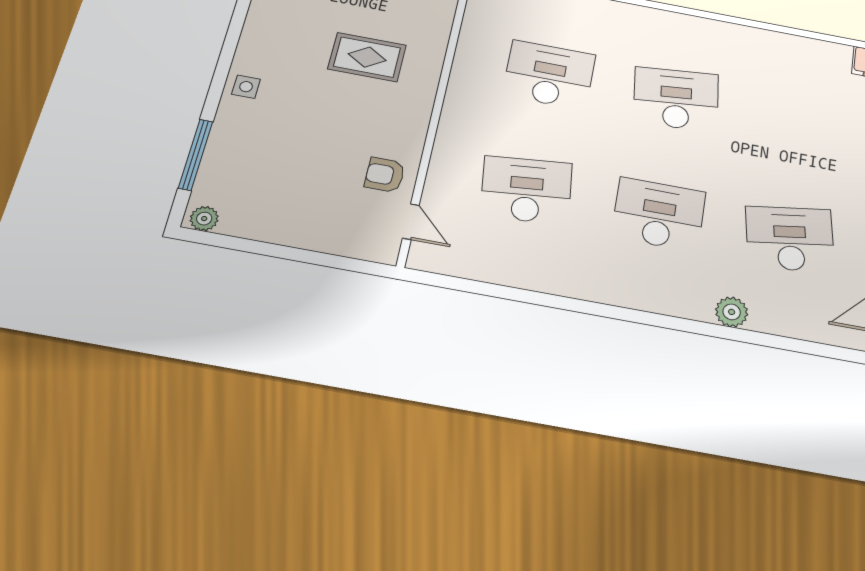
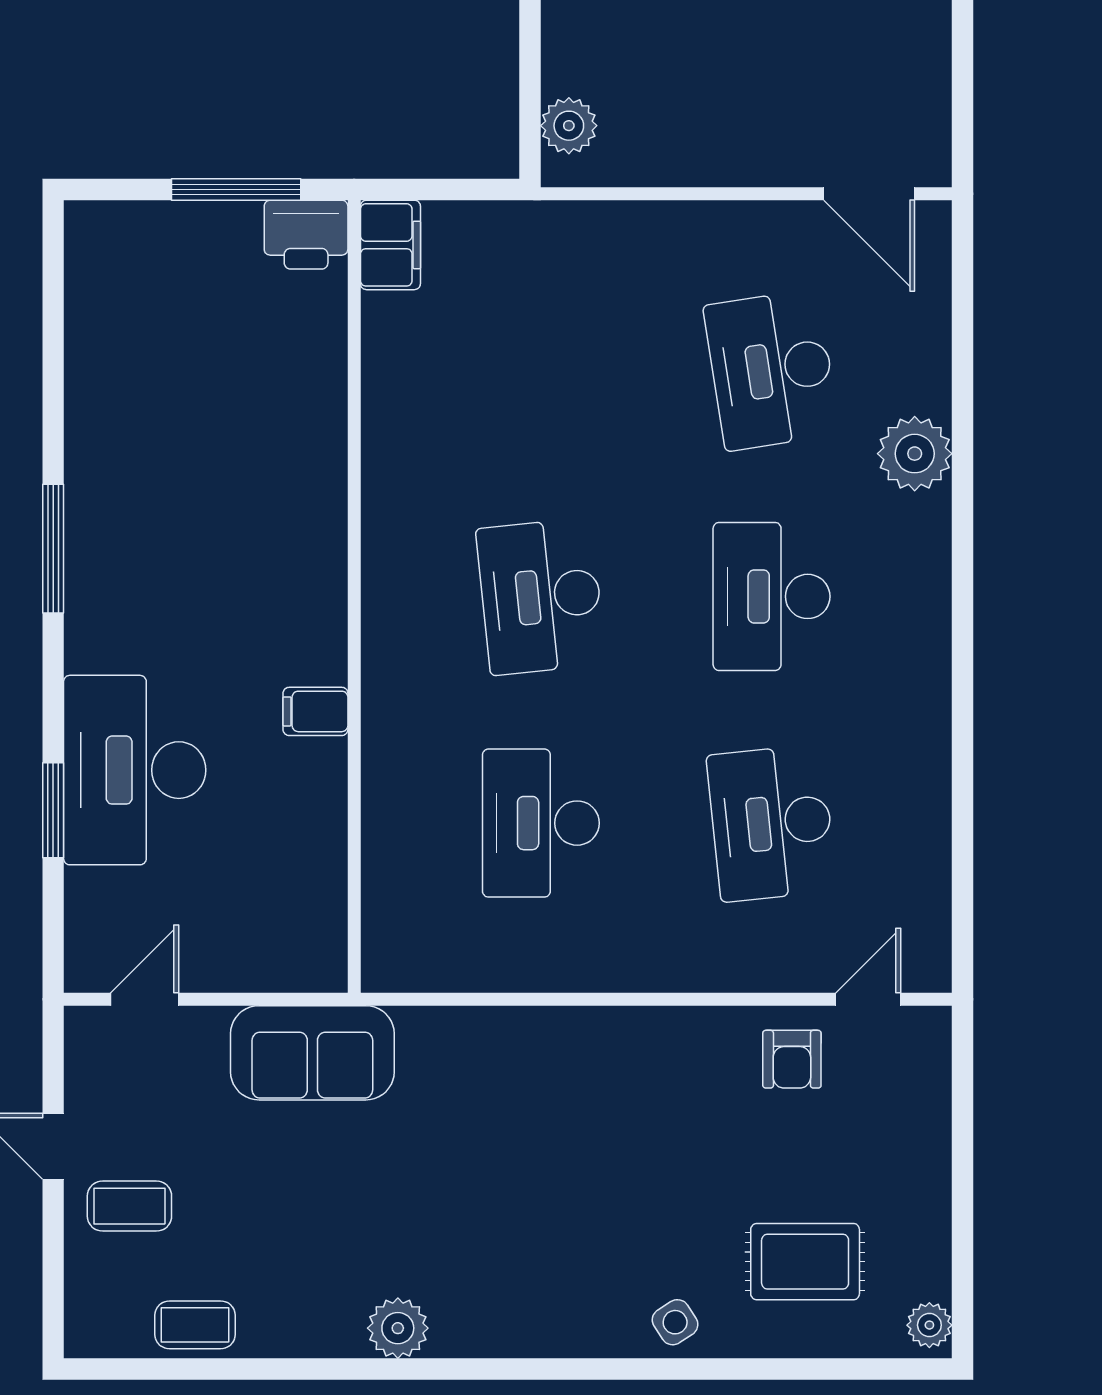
rug: (367, 57) -> (805, 1262), moved, turned 90
side table: (246, 87) -> (675, 1322), turned -33
window: (196, 155) -> (819, 1369), removed
plant: (732, 312) -> (915, 454), width x1.36, depth x1.36

